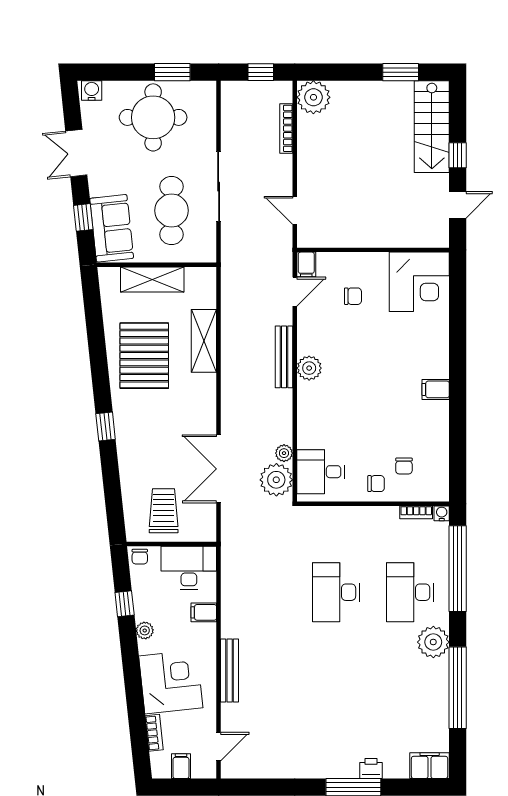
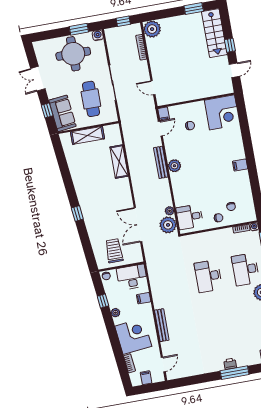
water cooler: (92, 91) -> (98, 35), moved
pallet: (144, 356) -> (90, 174), removed
printer: (371, 769) -> (230, 364), moved

